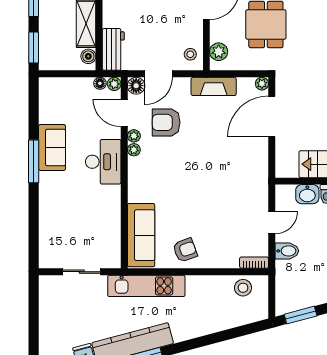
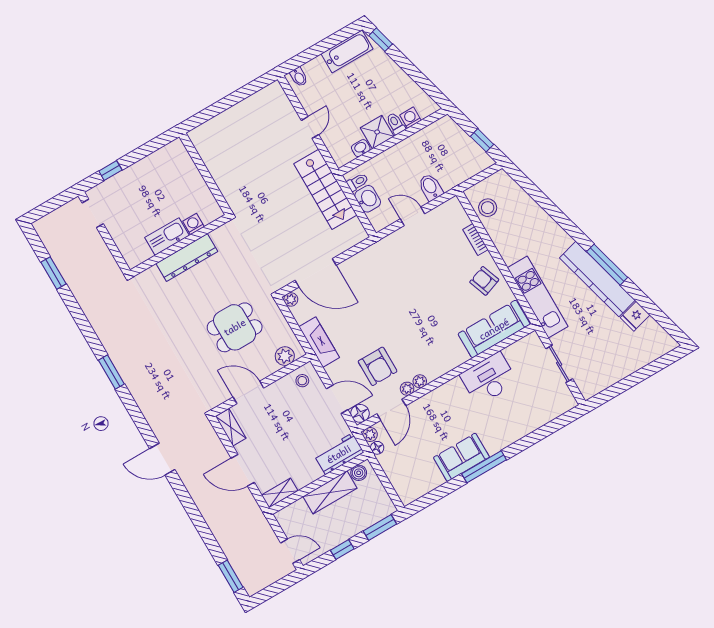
desk: (103, 162) -> (489, 379), moved
bookcase: (254, 263) -> (475, 239), moved
window: (301, 315) -> (482, 140), width x0.67

